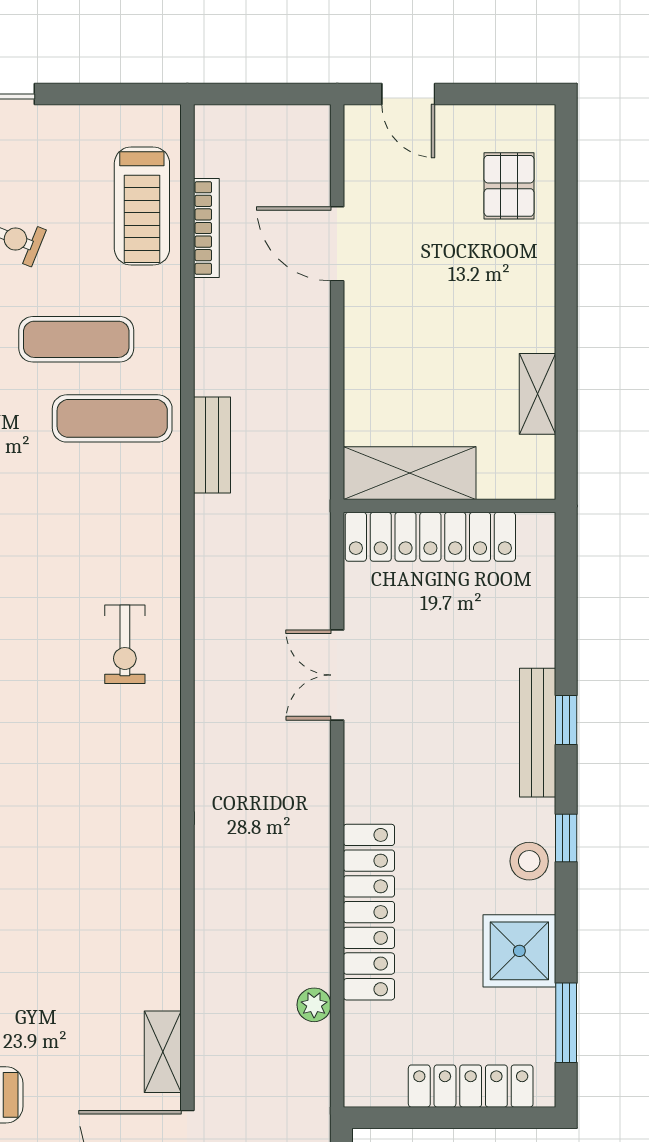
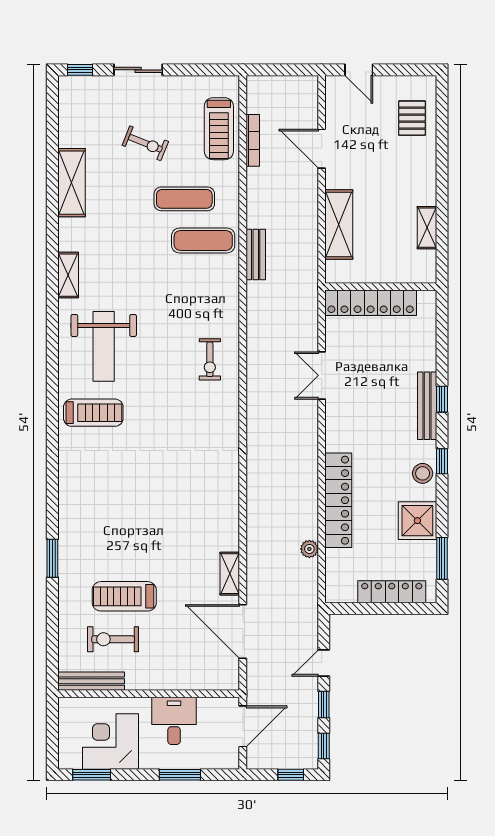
shelving: (410, 473) -> (339, 225), moved, turned 90

